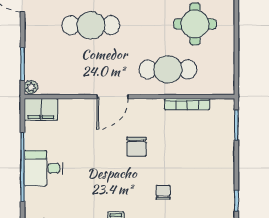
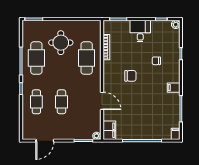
cafe table: (91, 25) -> (61, 102), width x0.73, depth x0.74
door: (113, 97) -> (102, 101), moved
desk: (43, 168) -> (140, 31), moved, turned 180

